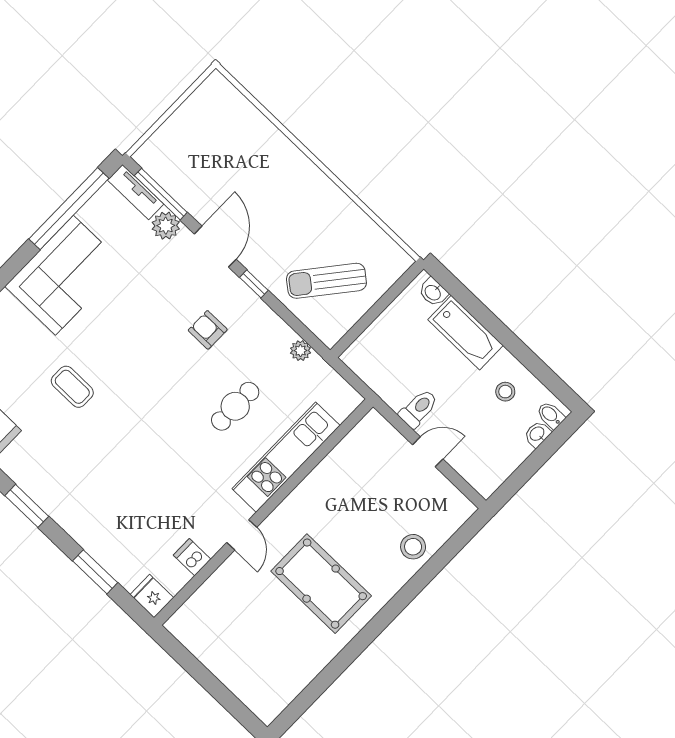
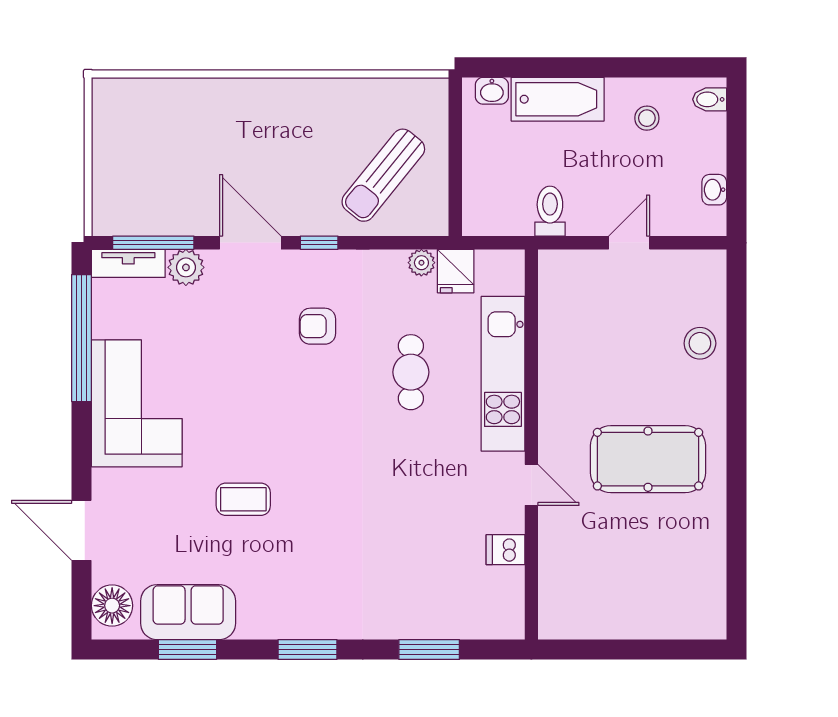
toilet: (418, 409) -> (550, 211), moved
washbasin: (537, 434) -> (714, 190), moved
fridge: (152, 596) -> (456, 271), moved, turned -90

